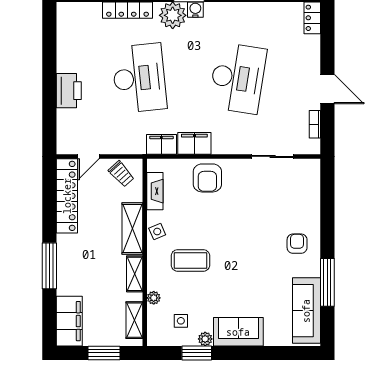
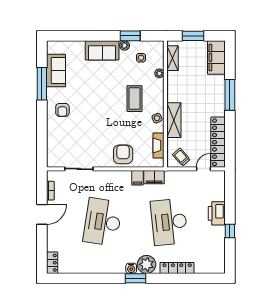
window: (49, 65) -> (230, 231), added
door: (327, 89) -> (42, 214), swing flipped
filing cabinet: (194, 143) -> (137, 178), width x0.50
coffee table: (190, 260) -> (134, 99), turned 90
shelving: (135, 274) -> (172, 89), removed
sofa: (306, 311) -> (56, 71), width x0.73

